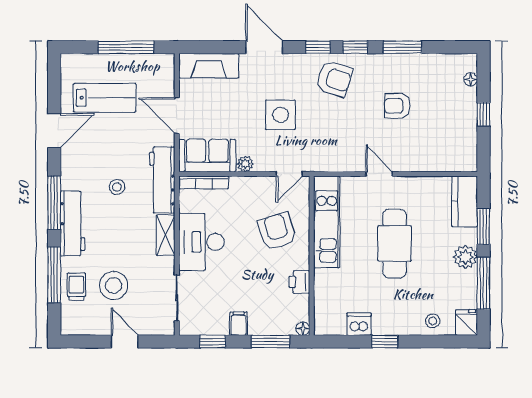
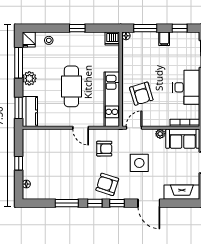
armchair: (397, 106) -> (104, 149), moved
window: (483, 227) -> (19, 108), moved
printer: (299, 282) -> (128, 64), removed
dishwasher: (359, 324) -> (112, 38), moved

